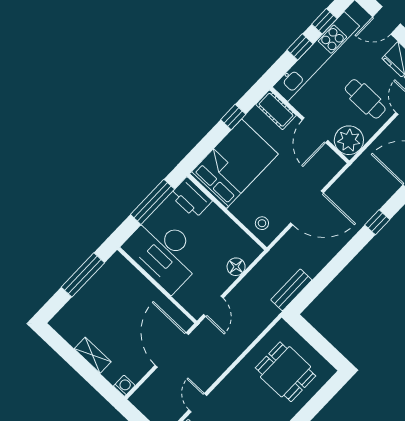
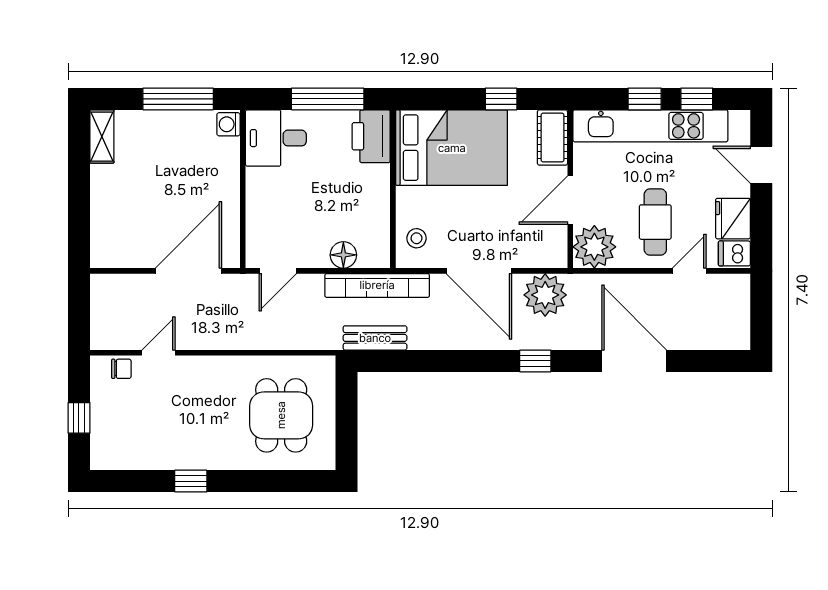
plant: (350, 187) -> (545, 295), added
desk: (164, 252) -> (276, 138), width x0.53, depth x0.77
bookcase: (267, 264) -> (377, 285), added
shelving: (93, 355) -> (102, 137), moved
washing machine: (124, 386) -> (228, 124), moved, turned 180

